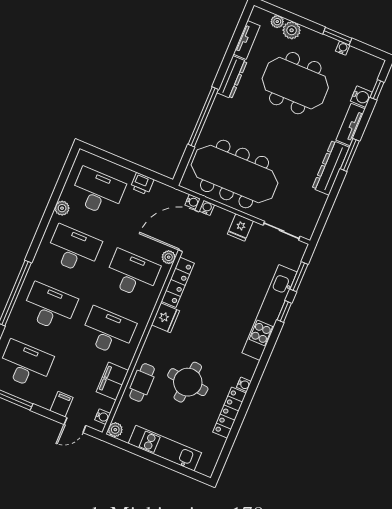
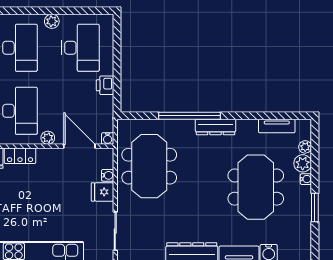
water cooler: (343, 48) -> (306, 179), moved
dresser: (232, 77) -> (216, 127), moved
meeting table: (235, 174) -> (149, 166), width x0.73
water cooler: (207, 208) -> (108, 175), moved
door: (189, 231) -> (79, 146), width x0.73
locker: (178, 282) -> (20, 156), width x0.66

